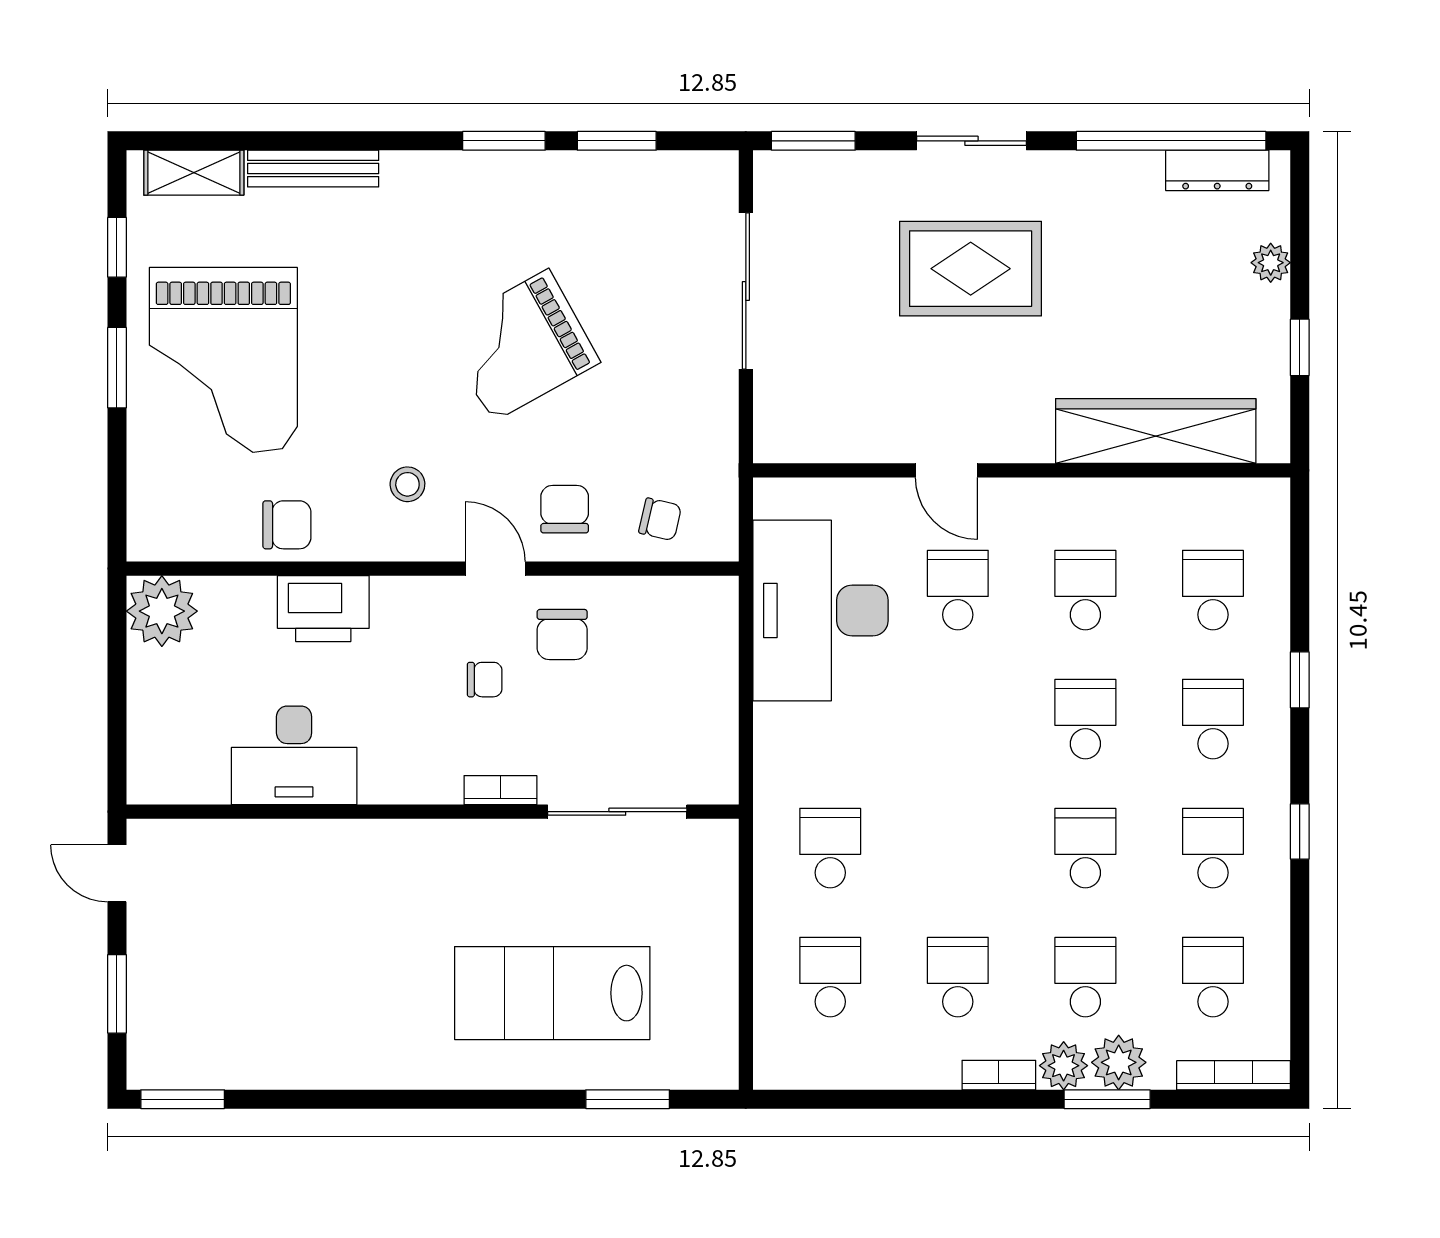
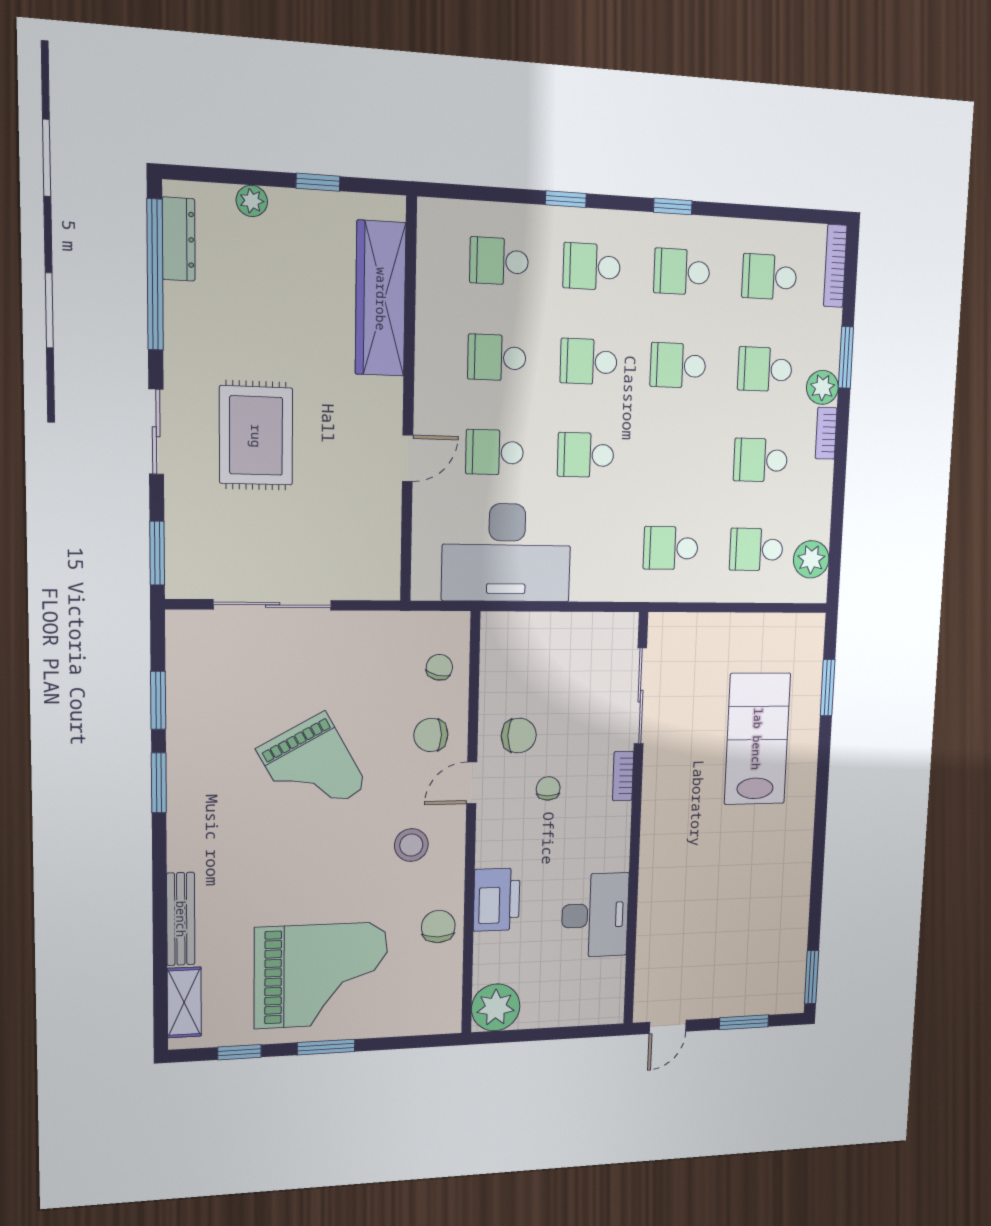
stool: (407, 484) -> (411, 845), width x1.37, depth x1.37
school desk: (958, 719) -> (586, 455), added
lab bench: (552, 993) -> (757, 739), turned 180
plant: (1119, 1062) -> (811, 559), moved

